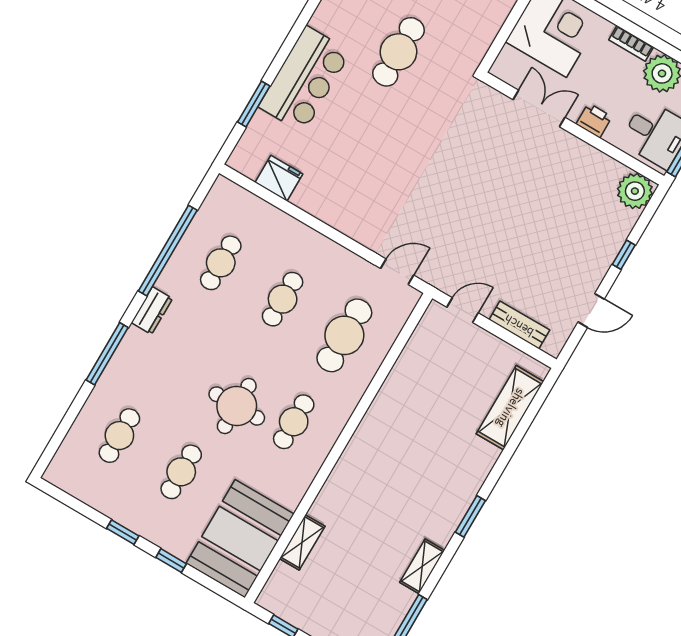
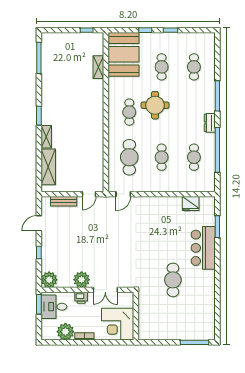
plant: (573, 155) -> (82, 280), added
shelving: (422, 566) -> (46, 137), moved

